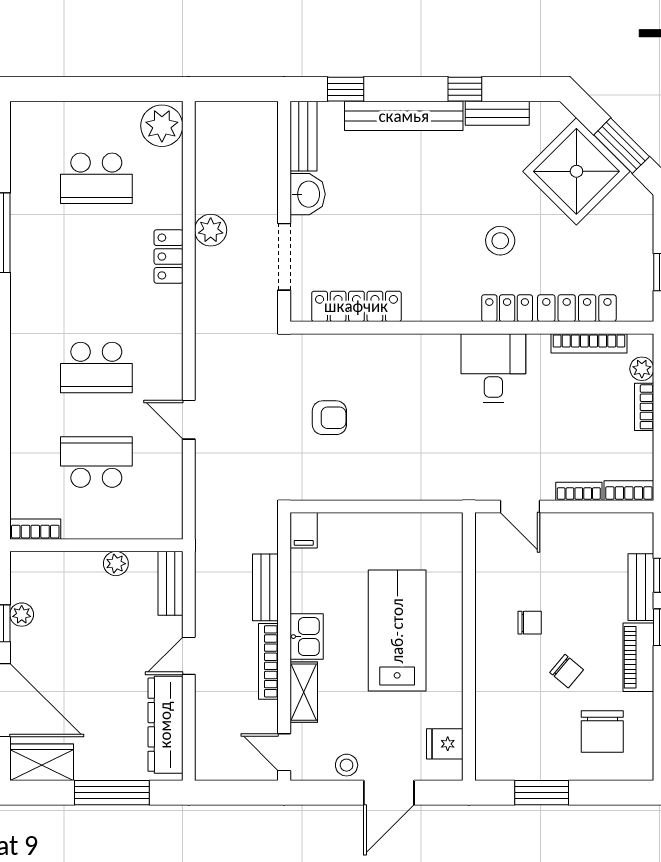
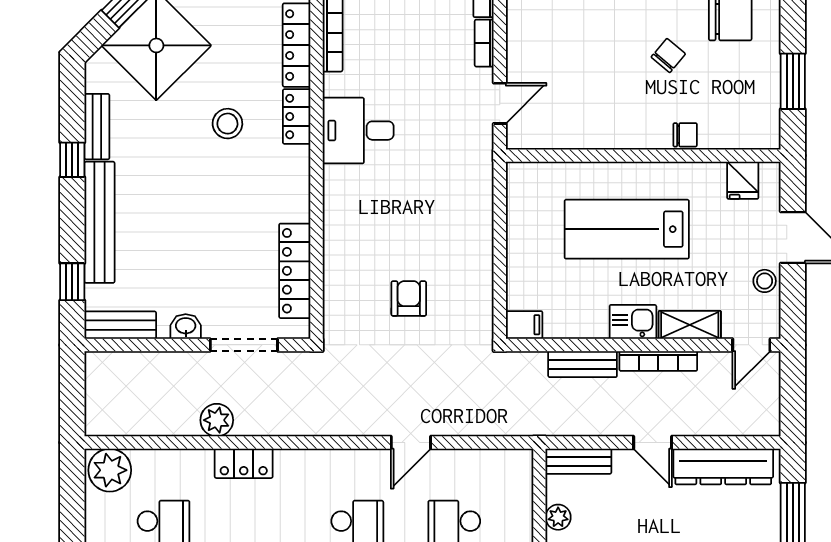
washbasin: (308, 194) -> (186, 326), width x0.72, depth x0.69
chair: (530, 623) -> (685, 135), moved, turned 90

